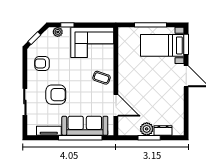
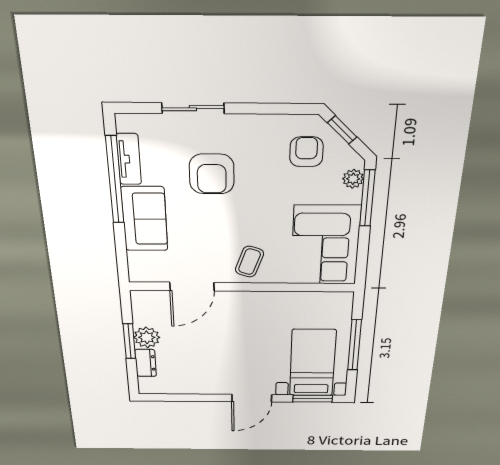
window: (67, 25) -> (367, 198), width x2.17
armchair: (42, 63) -> (306, 152), moved
sofa: (85, 126) -> (145, 219), width x0.73
window: (80, 138) -> (115, 180), moved

